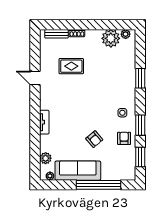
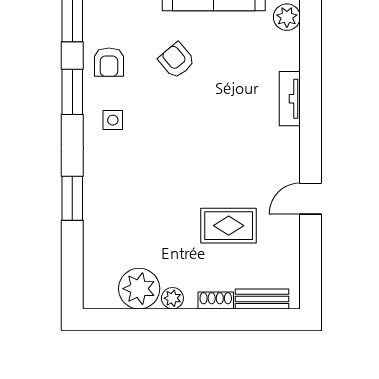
plant: (126, 34) -> (172, 298), moved
door: (35, 78) -> (311, 199), swing flipped

